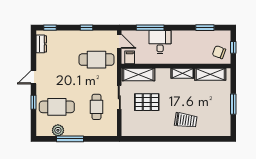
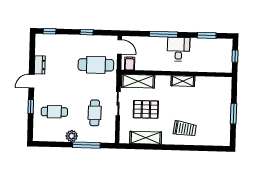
window: (150, 28) -> (164, 34), moved
desk: (160, 42) -> (178, 49), moved
dresser: (41, 44) -> (40, 65), moved
chair: (219, 52) -> (220, 61), removed
shelving: (210, 74) -> (146, 138), moved
cafe table: (57, 107) -> (54, 112), width x0.73, depth x0.74
plant: (58, 130) -> (72, 136), moved
window: (70, 139) -> (86, 145), moved

